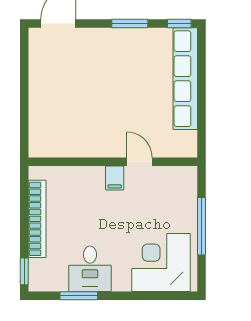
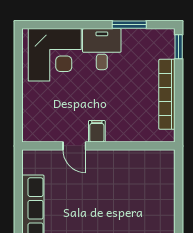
window: (202, 226) -> (18, 88), removed
desk: (90, 269) -> (102, 49), moved

